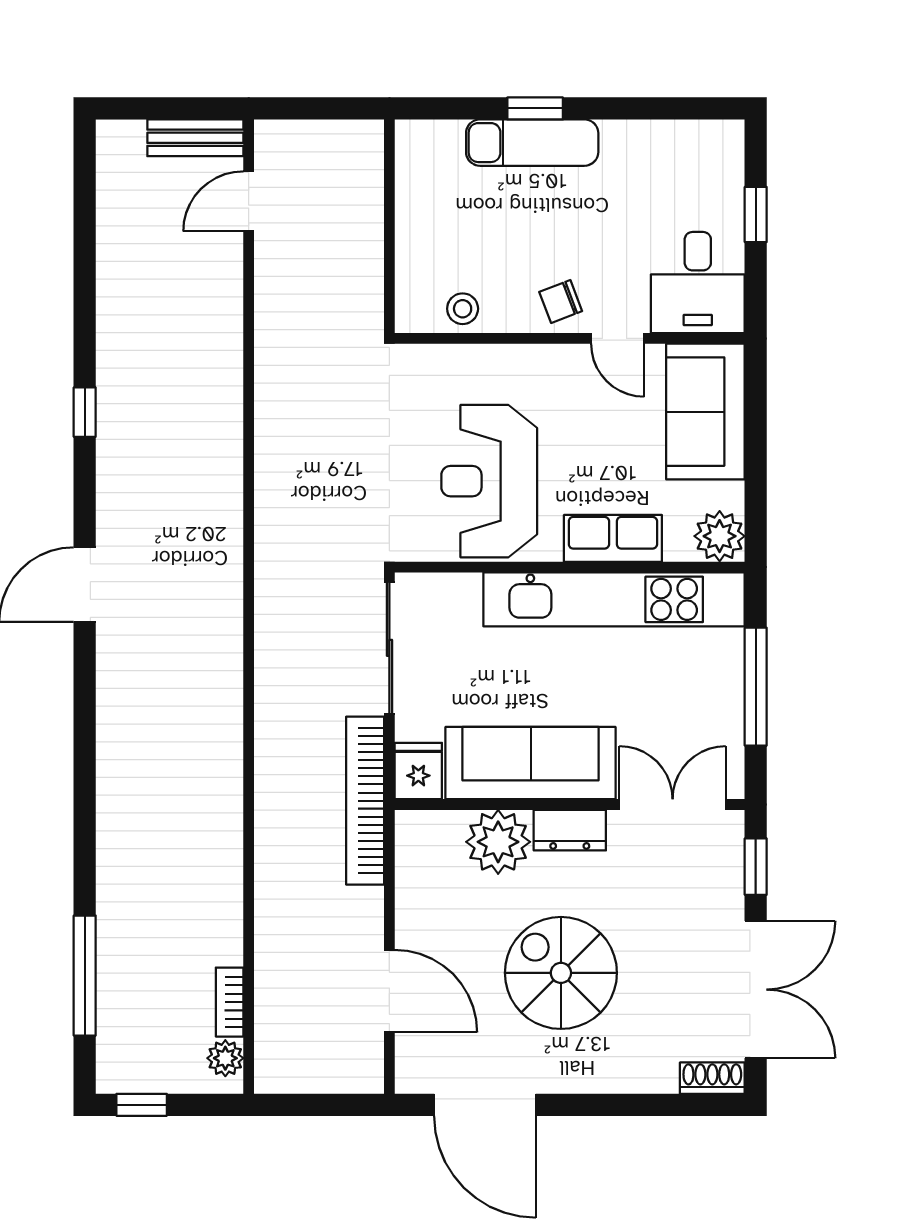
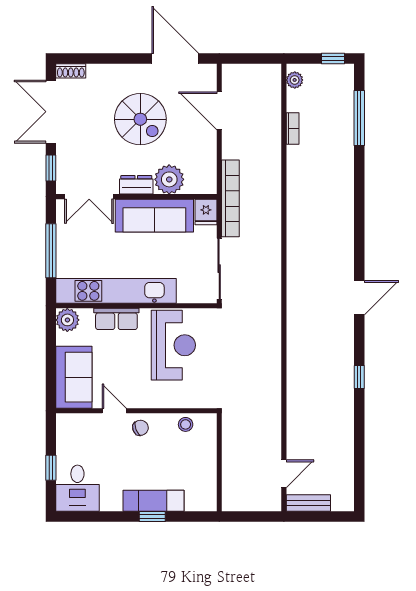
desk: (698, 283) -> (77, 488), moved, turned 180
bookcase: (230, 1002) -> (293, 129), moved

